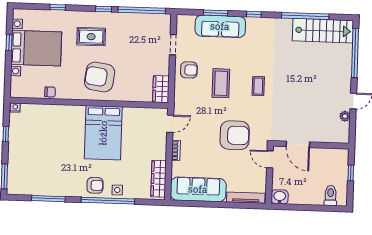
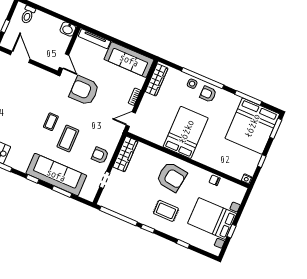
sofa: (220, 26) -> (56, 175), width x1.36, depth x1.27
coffee table: (221, 83) -> (68, 139), moved
wardrobe: (161, 89) -> (125, 154), width x1.50
door: (298, 144) -> (20, 57), moved
bed: (32, 169) -> (252, 126), added

